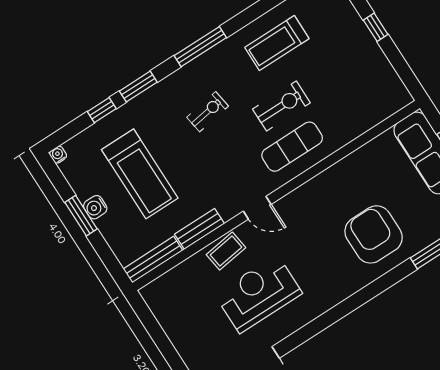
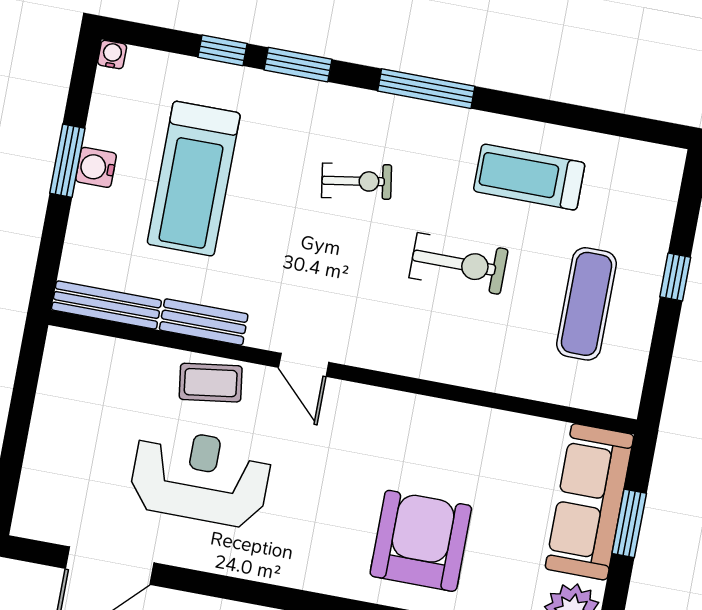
exercise mat: (292, 147) -> (586, 304), moved, turned 90

